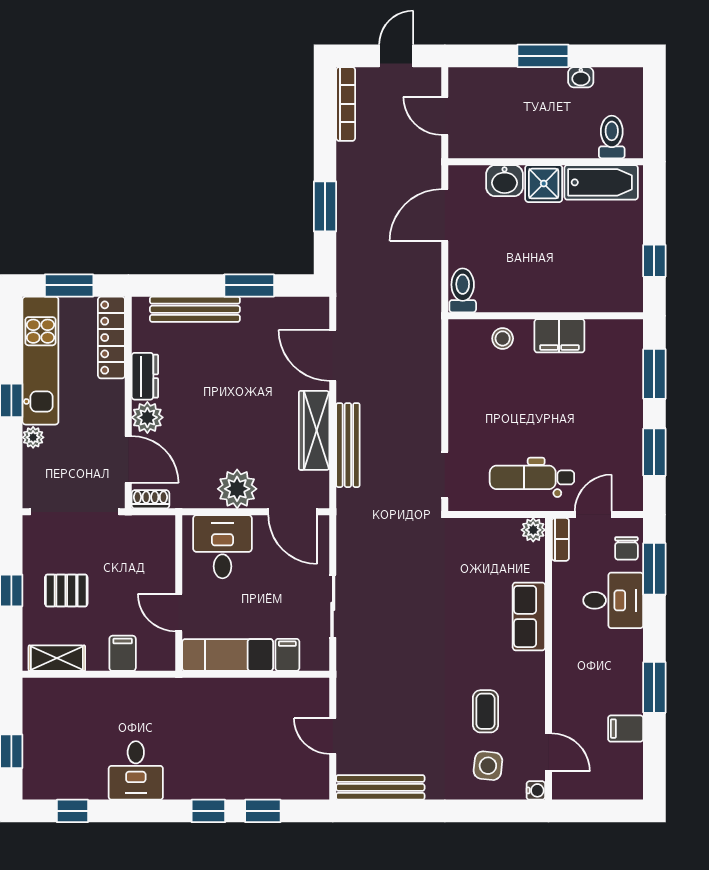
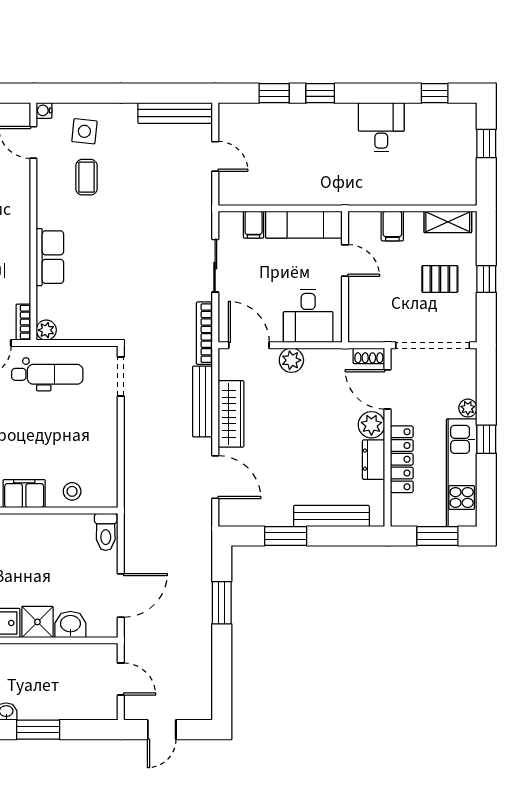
bookcase: (346, 104) -> (204, 333), moved
locker: (111, 338) -> (402, 459), moved
plant: (237, 489) -> (291, 360), width x0.73, depth x0.73

